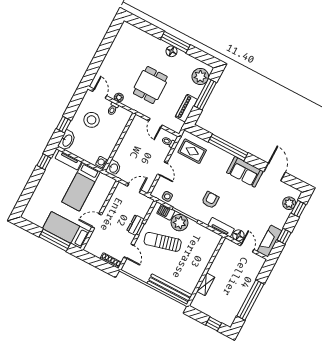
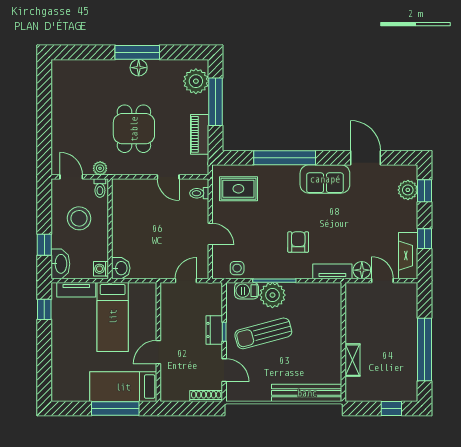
wall: (119, 142) -> (110, 229), moved
washing machine: (102, 162) -> (101, 269), moved
washbasin: (113, 168) -> (121, 268), moved

